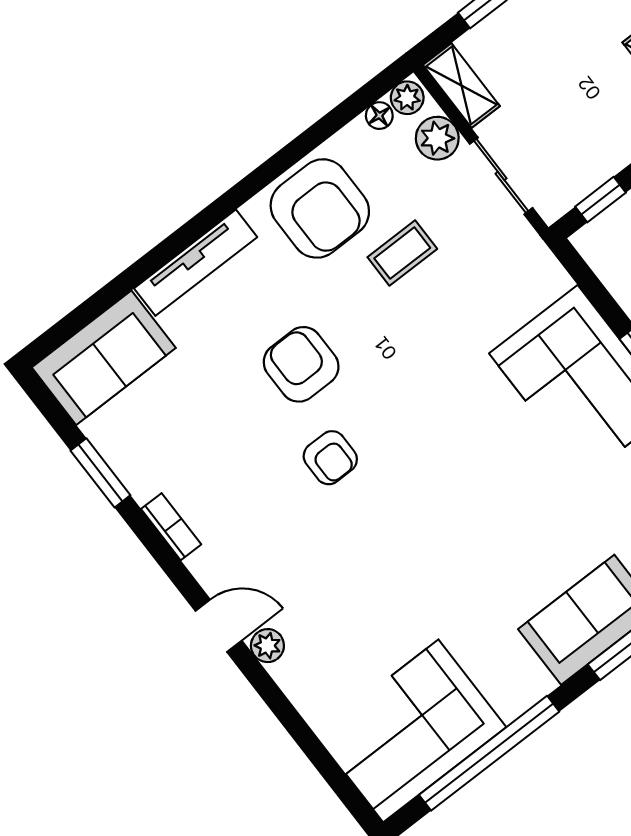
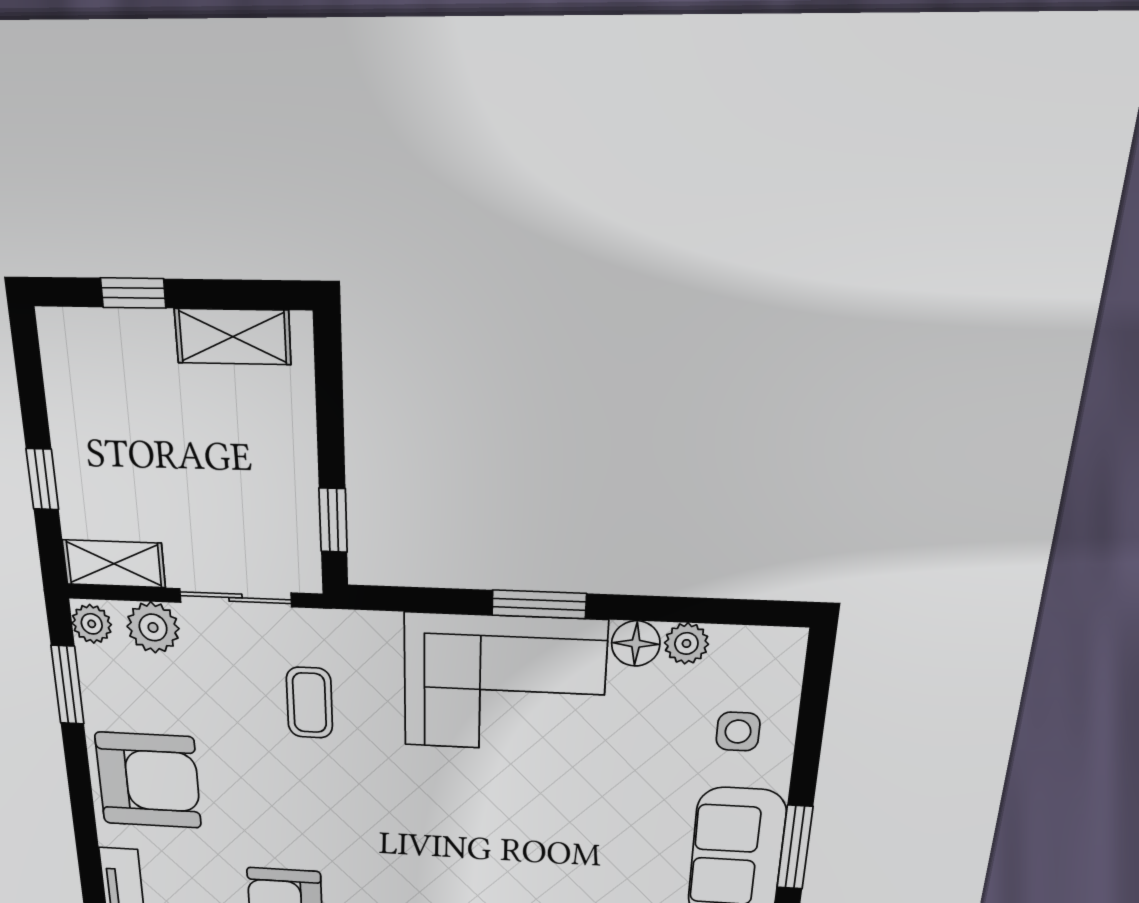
window: (349, 110) -> (68, 685), added
floor lamp: (379, 116) -> (93, 662), removed
coffee table: (402, 253) -> (309, 703), moved

